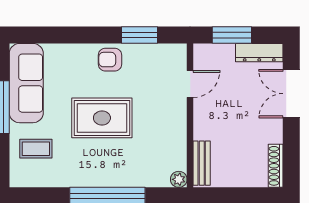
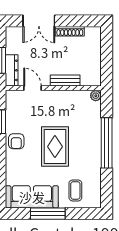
dresser: (259, 53) -> (12, 70), moved
bench: (202, 163) -> (65, 80), moved
shoe rack: (276, 166) -> (70, 31), moved

